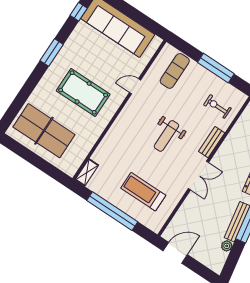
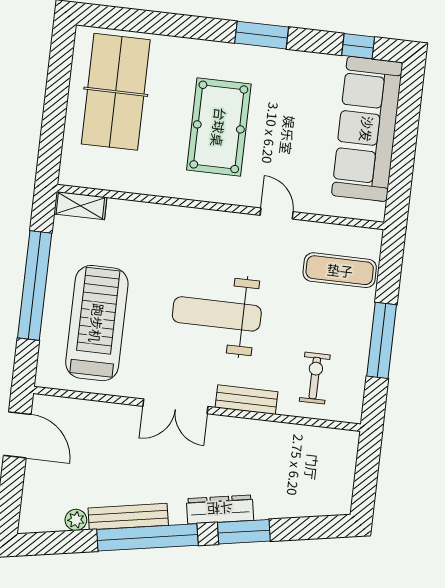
weight bench: (166, 136) -> (217, 314), width x1.36, depth x1.33
treadmill: (143, 192) -> (97, 323), width x1.37, depth x1.38

